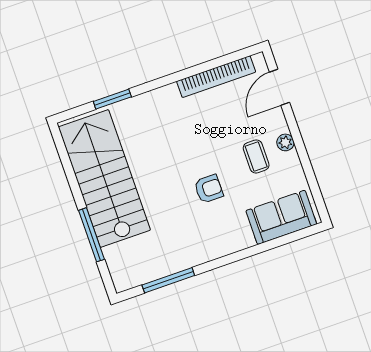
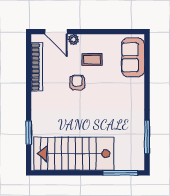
plant: (285, 142) -> (73, 39), moved
armchair: (209, 189) -> (77, 83), moved
window: (91, 235) -> (120, 173), moved

